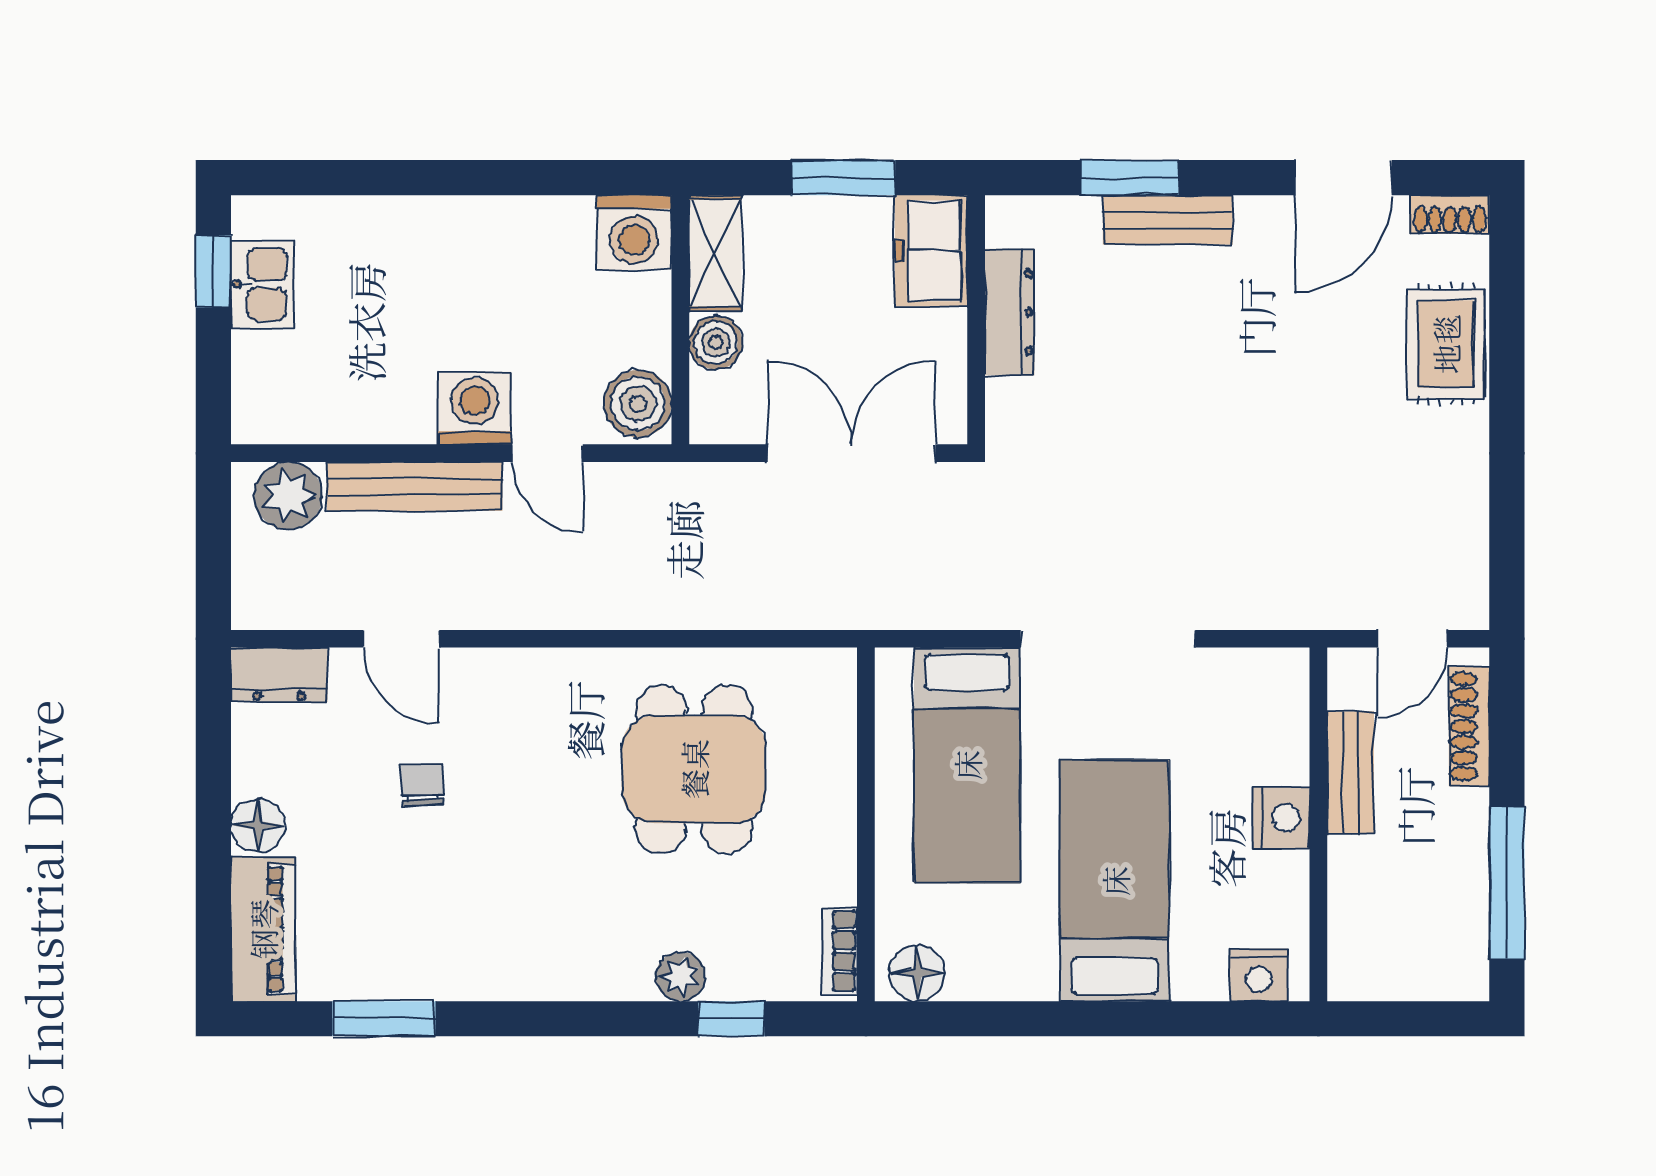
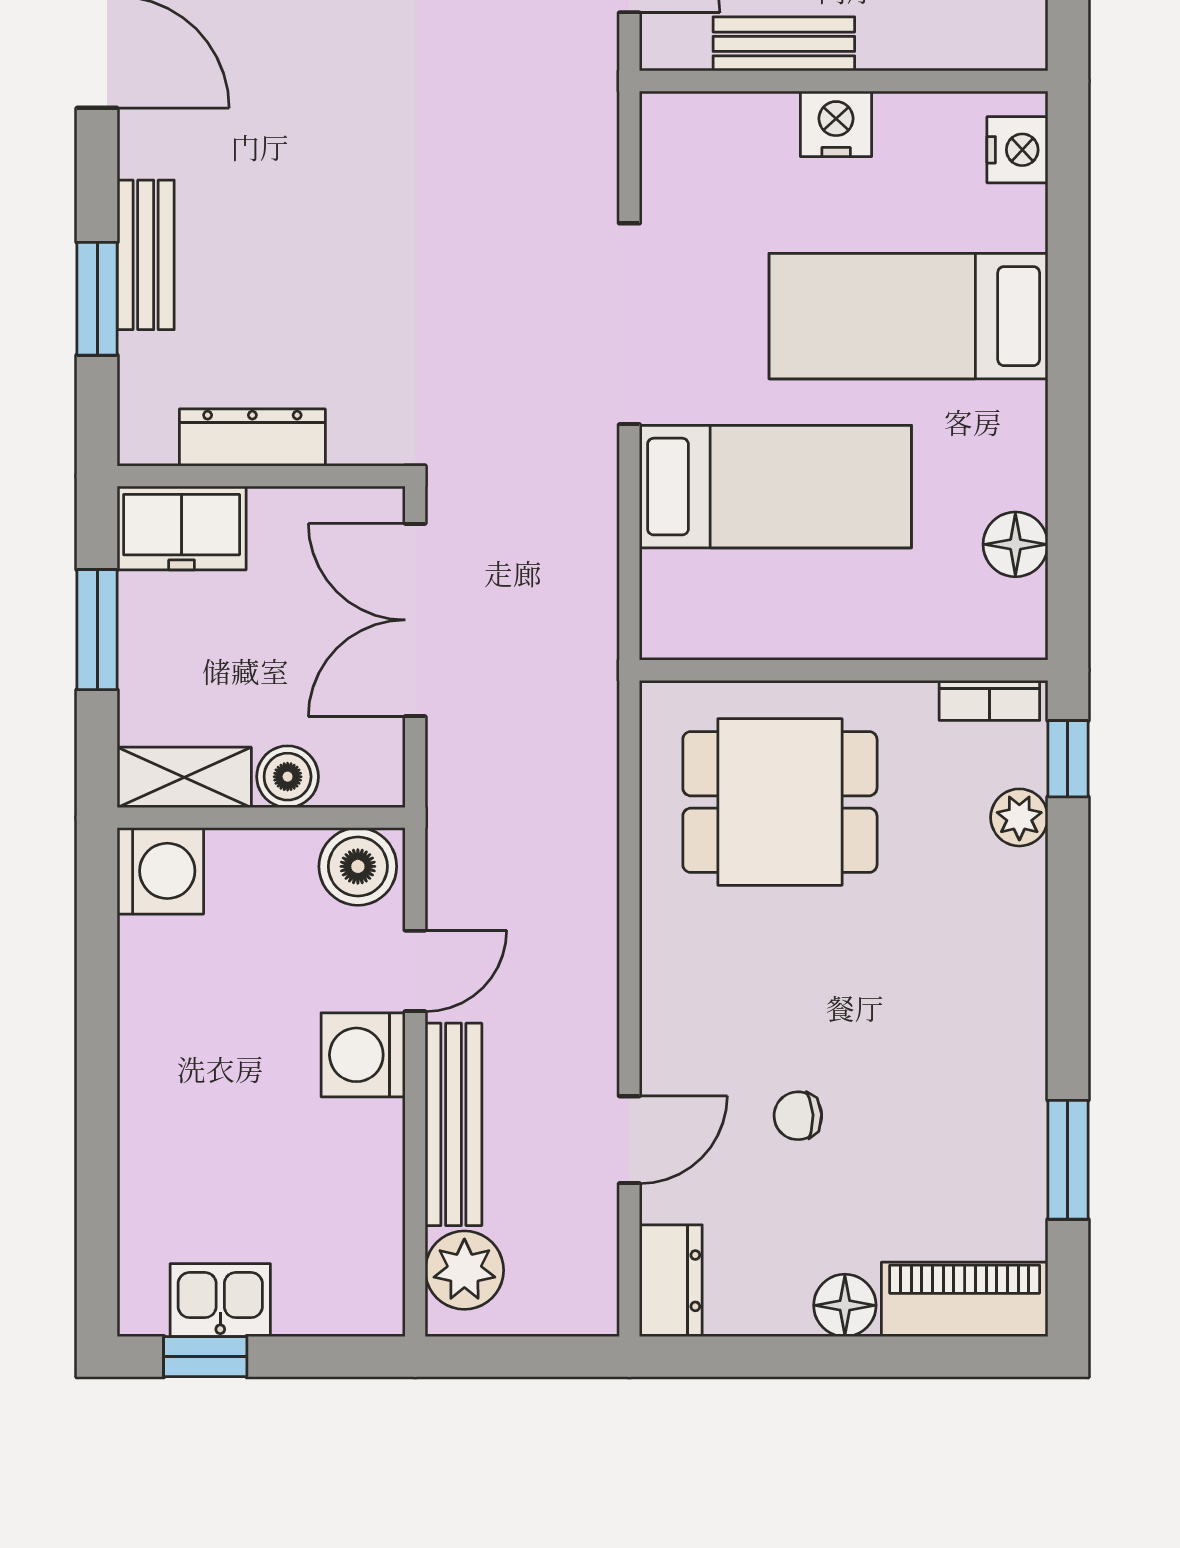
wall: (866, 824) -> (844, 670), moved
bookcase: (840, 951) -> (989, 700), moved

